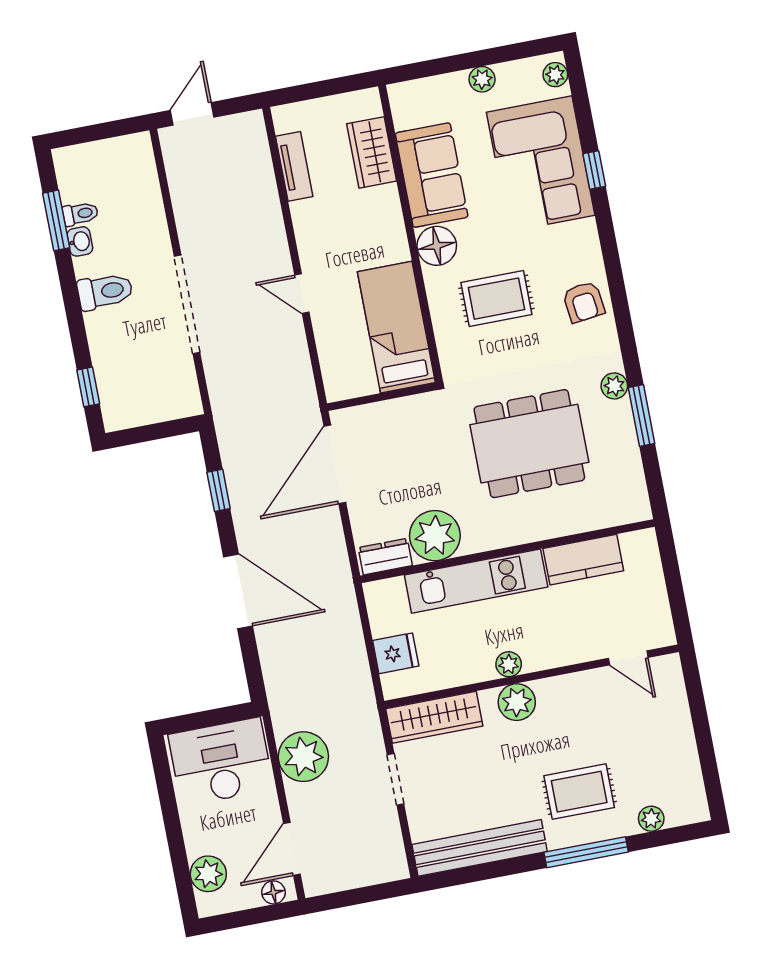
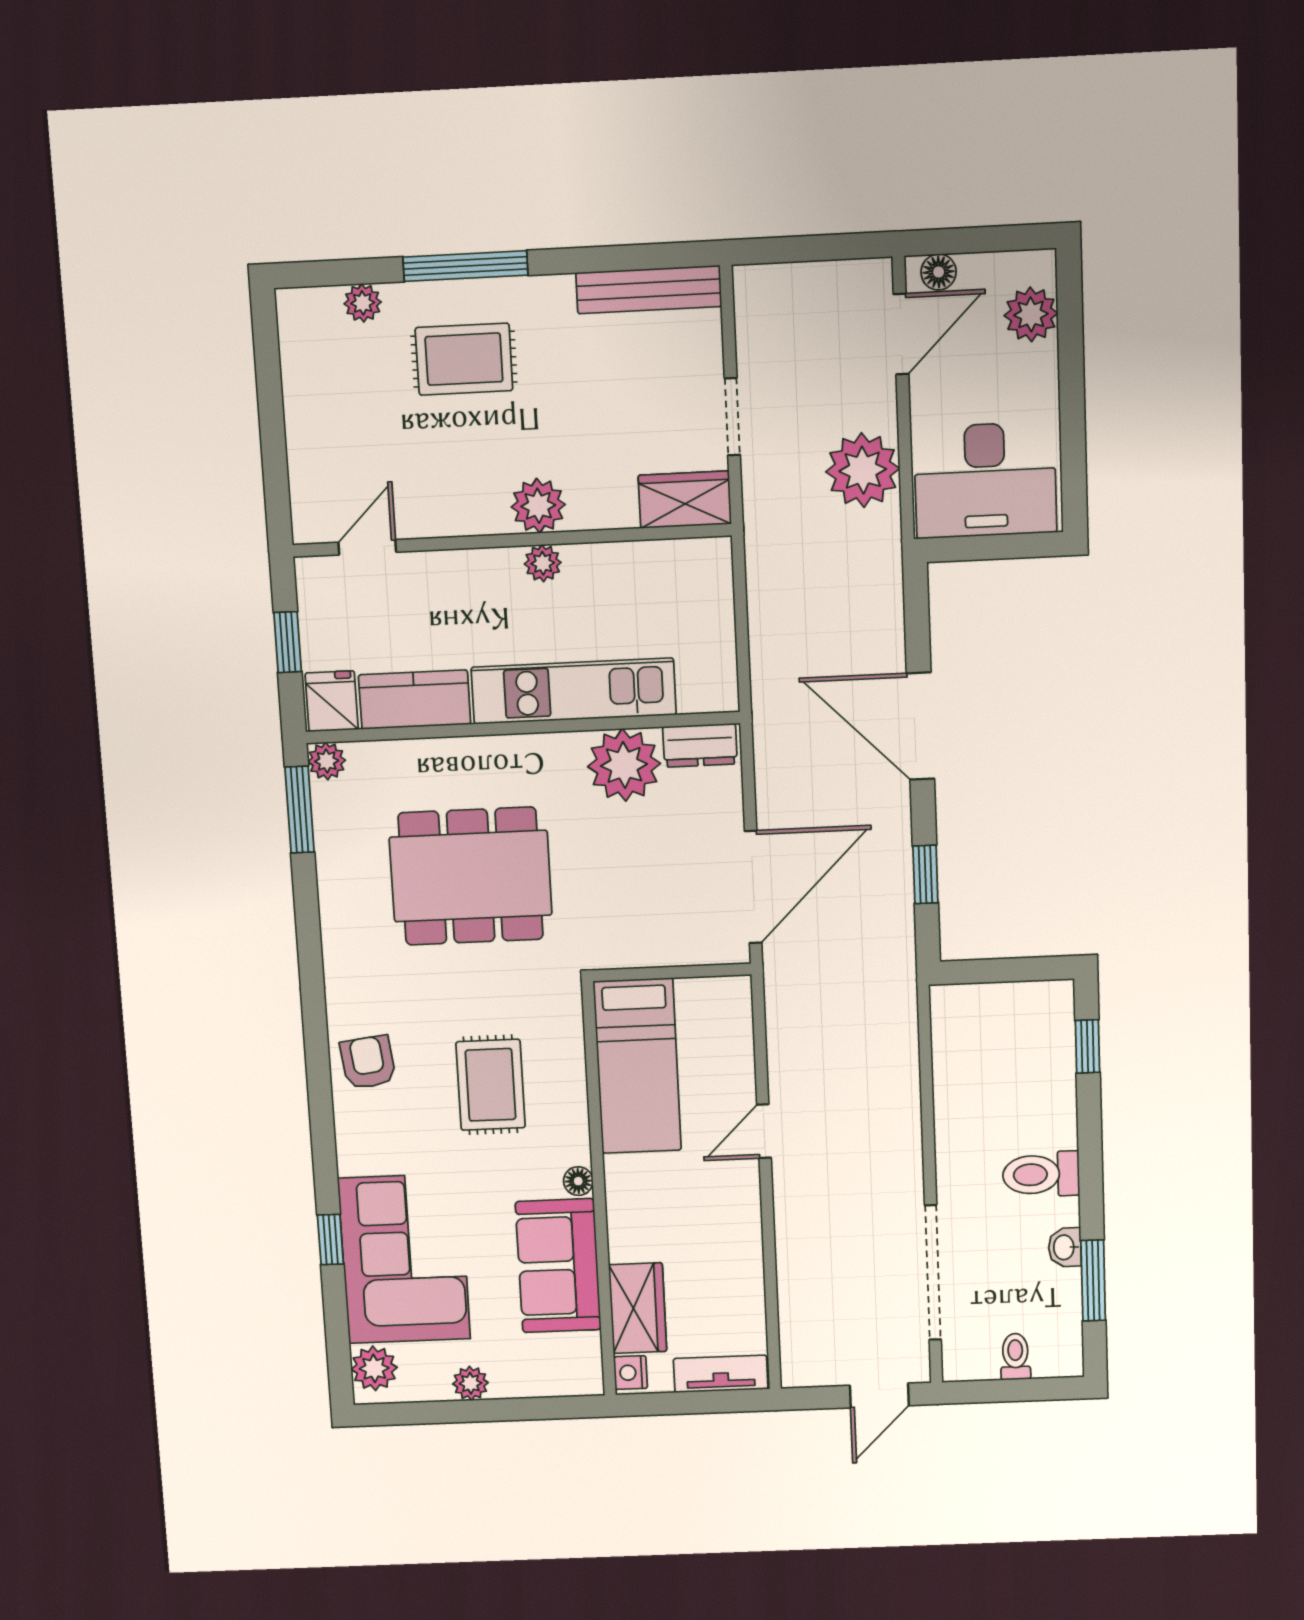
plant: (555, 75) -> (374, 1368), width x1.38, depth x1.38
nightstand: (370, 104) -> (630, 1373), added
tv unit: (294, 166) -> (721, 1374), moved, turned 90
toilet: (80, 214) -> (1015, 1357), moved, turned 90
floor lamp: (437, 246) -> (578, 1181), width x0.53, depth x0.53
door: (302, 294) -> (764, 1131), swing flipped
rug: (496, 299) -> (491, 1085), turned 90
doorway: (187, 304) -> (933, 1273), moved
plant: (614, 386) -> (327, 761), moved
window: (641, 416) -> (300, 810), moved
window: (674, 586) -> (288, 642), added
fridge: (396, 653) -> (332, 701), moved, turned 90
door: (628, 658) -> (367, 547), hinge flipped
wardrobe: (434, 717) -> (685, 500), width x0.67
bench: (480, 848) -> (649, 290), width x0.73, depth x0.82

